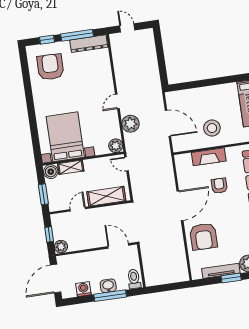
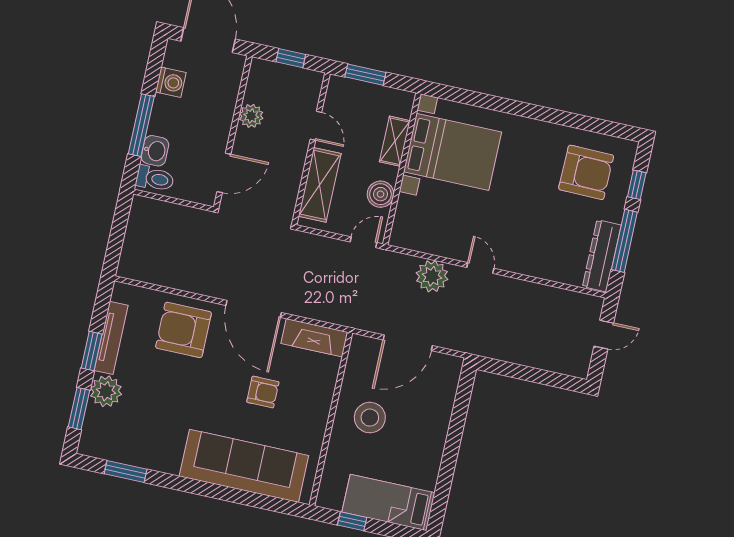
plant: (116, 146) -> (403, 235), removed
fireplace: (209, 157) -> (314, 338), moved, turned -90
boiler: (51, 172) -> (380, 194), moved
plant: (61, 247) -> (251, 116), moved
washbasin: (108, 286) -> (155, 151), moved

